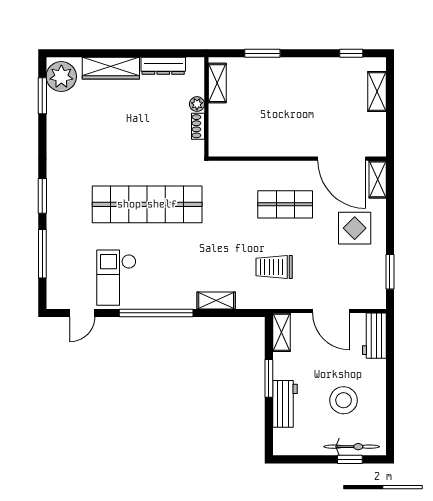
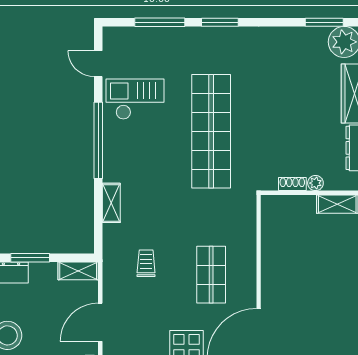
trolley: (274, 267) -> (146, 263), width x0.73, depth x0.72

